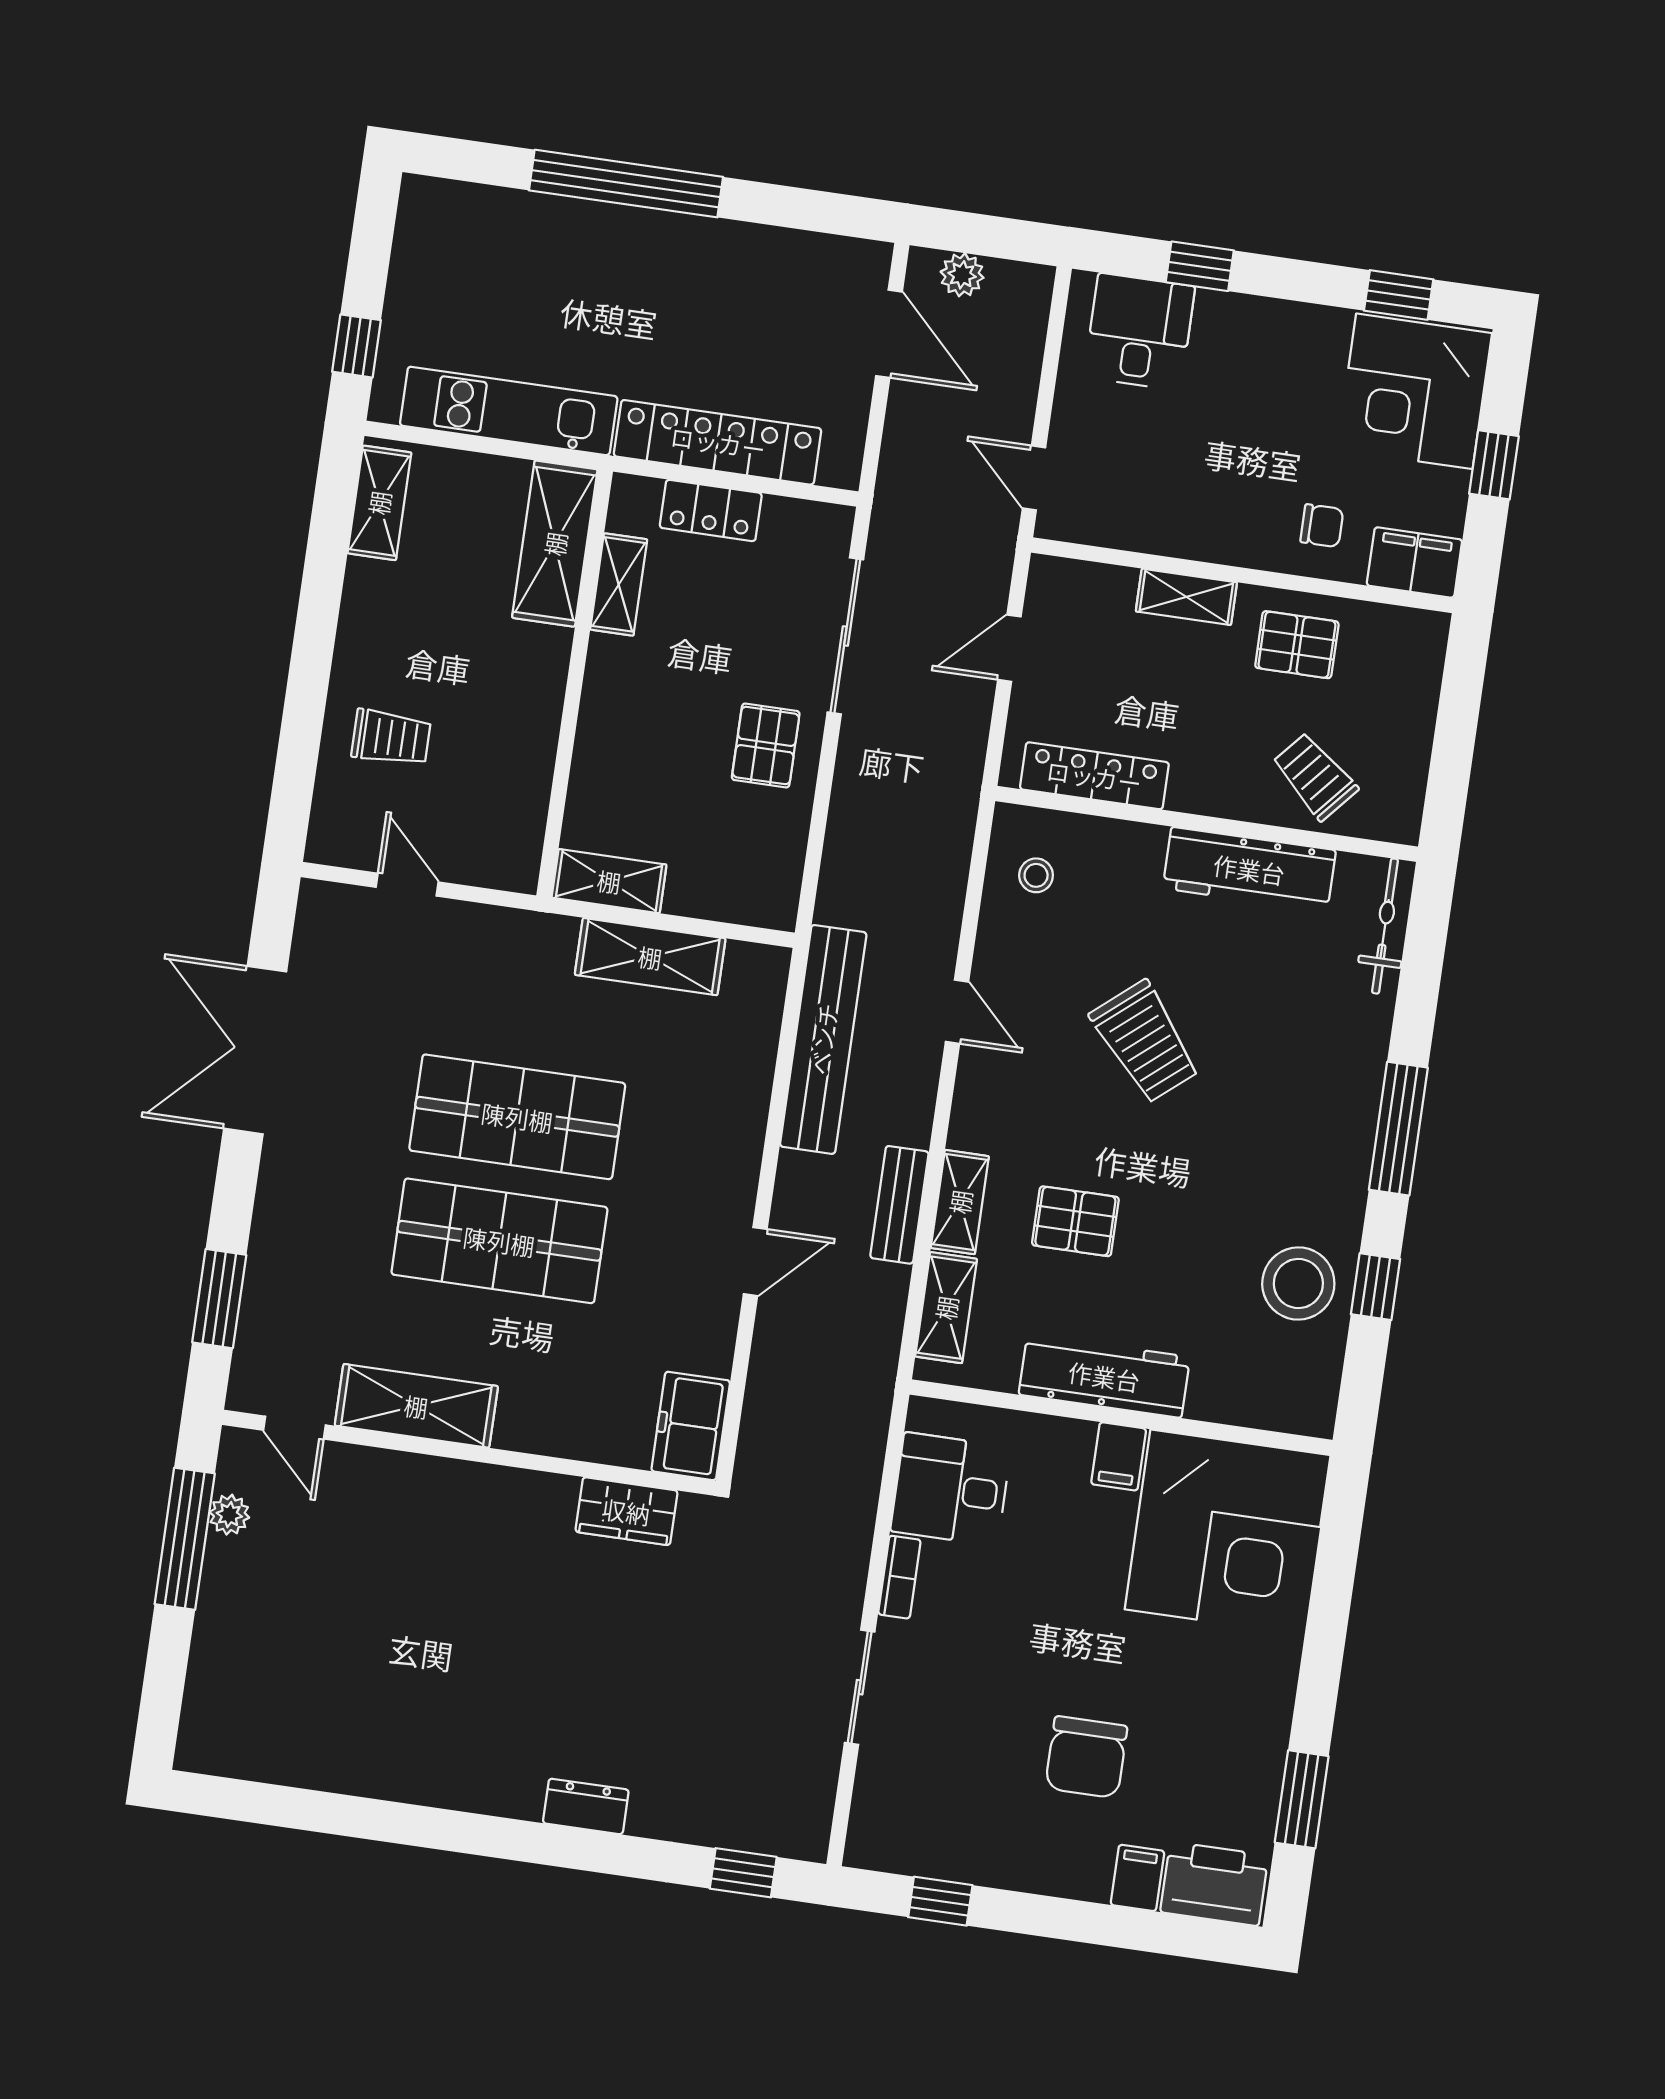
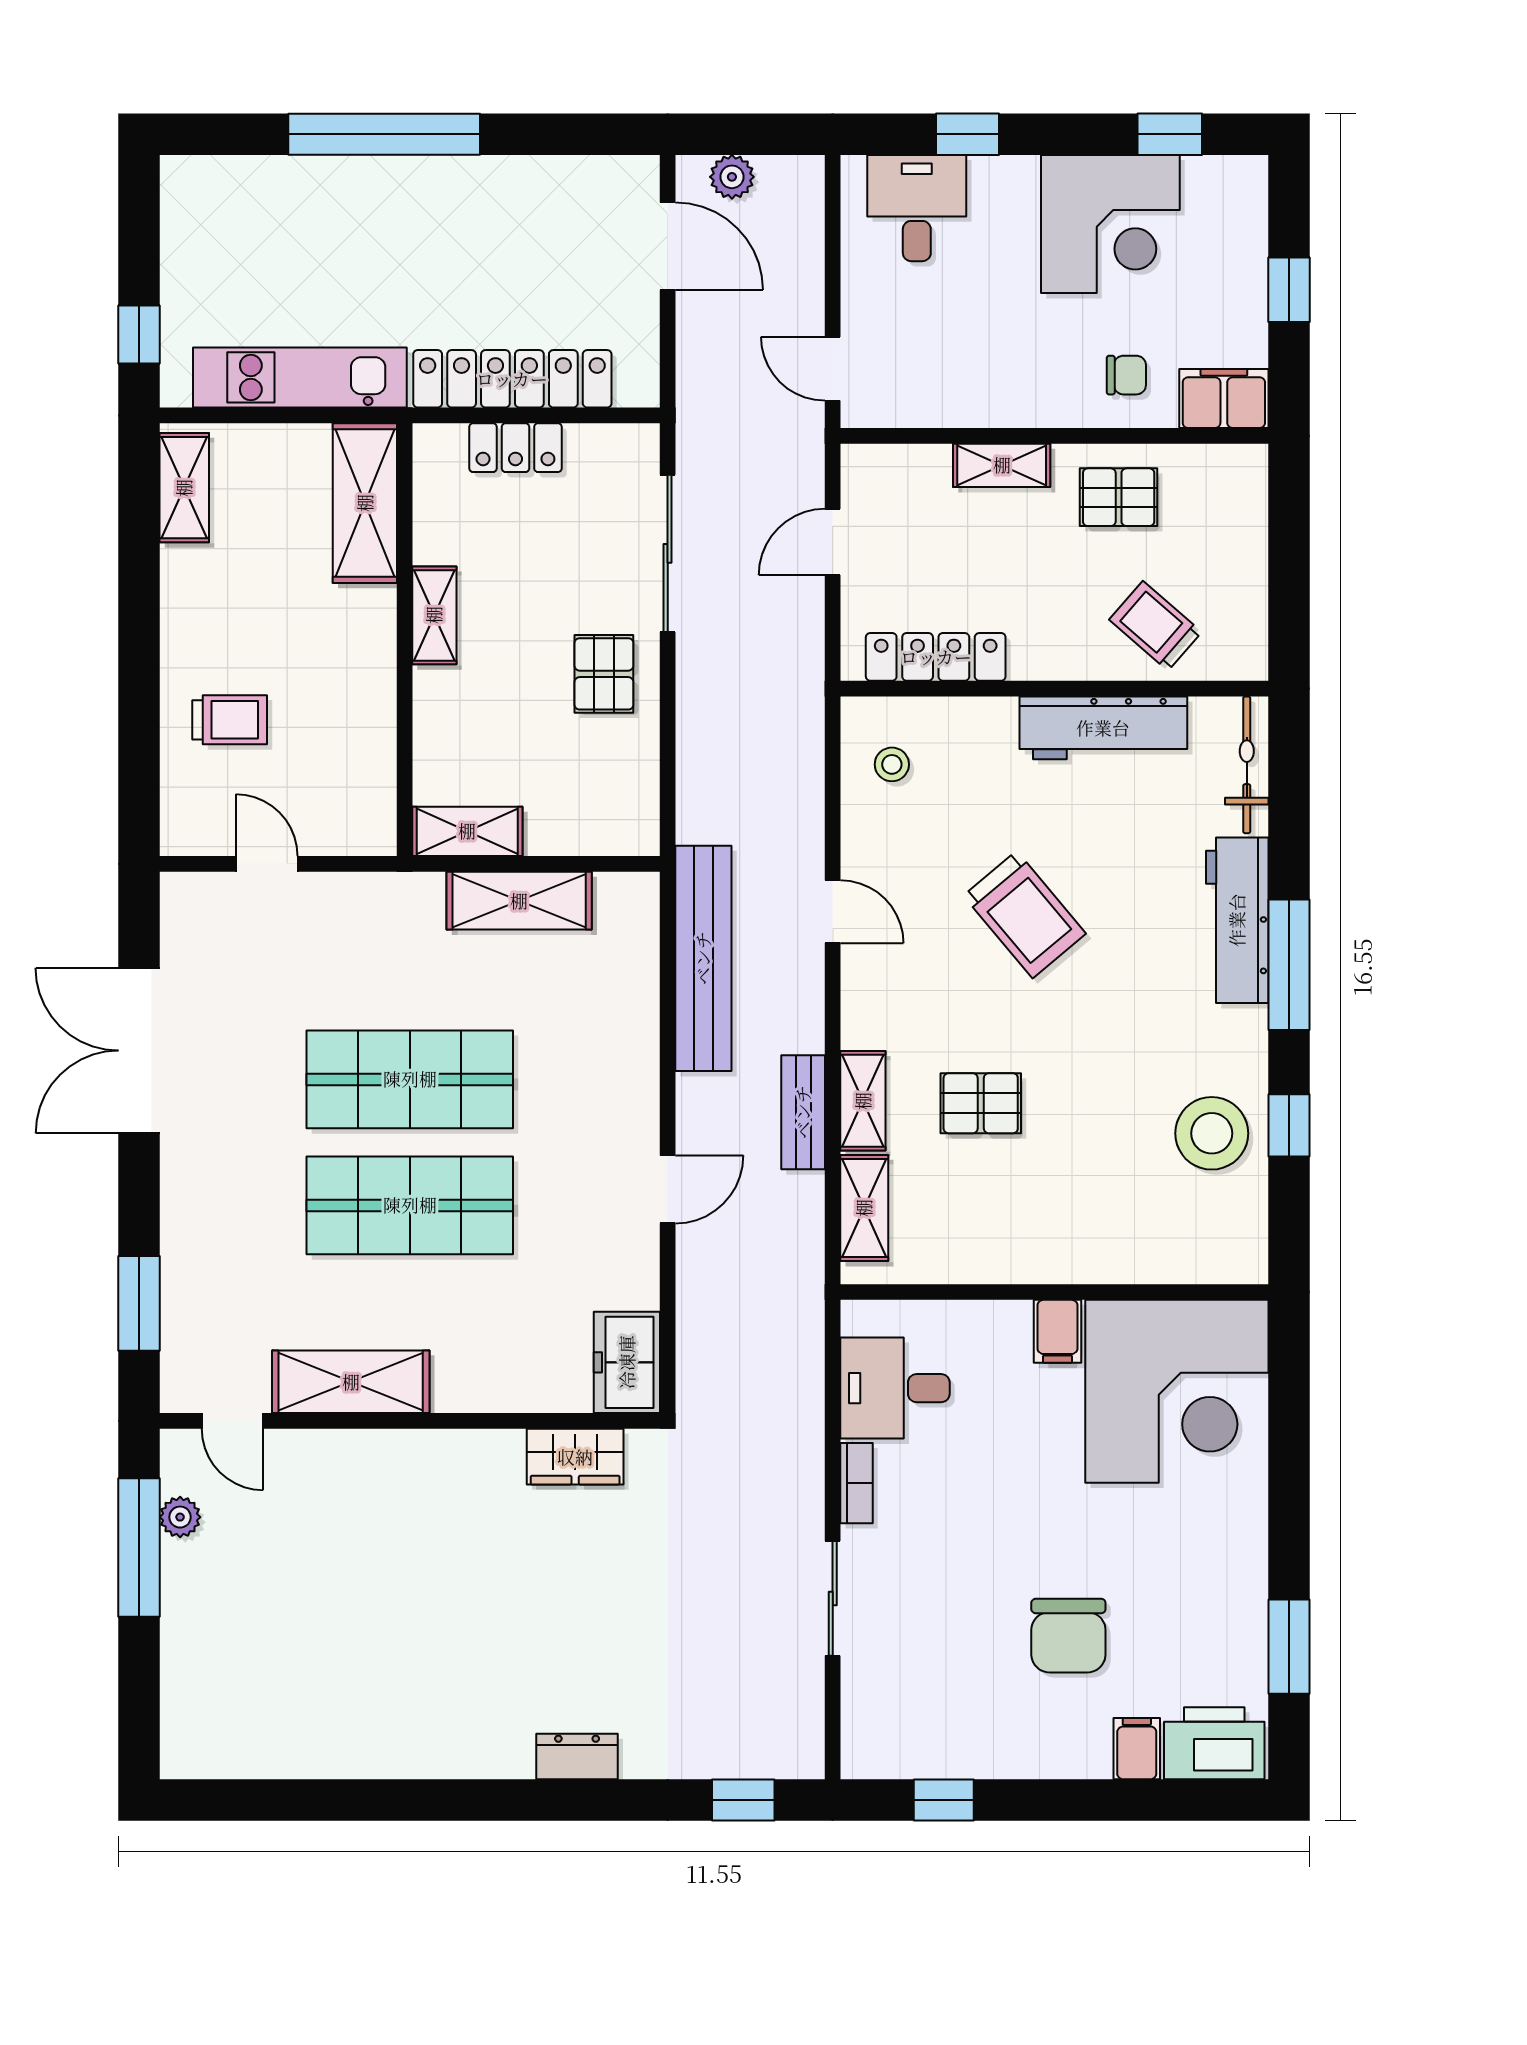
corner desk: (1414, 391) -> (1110, 224), moved, turned -90
shelving: (619, 584) -> (434, 615), moved
workbench: (1104, 1376) -> (1237, 920), moved, turned -90

